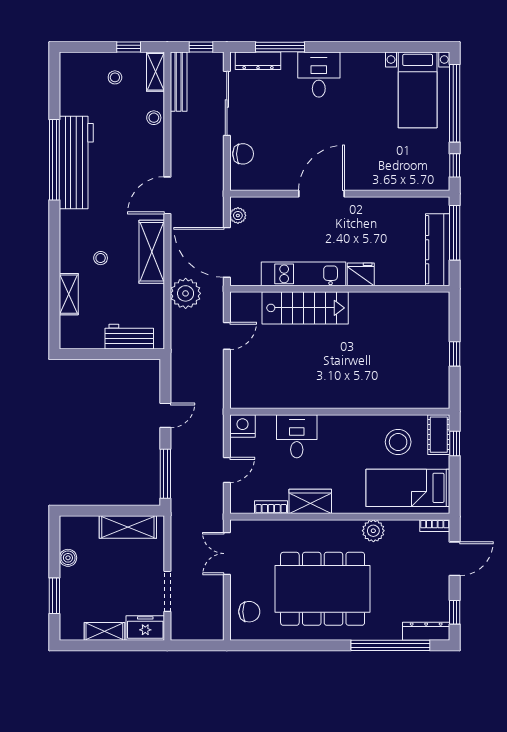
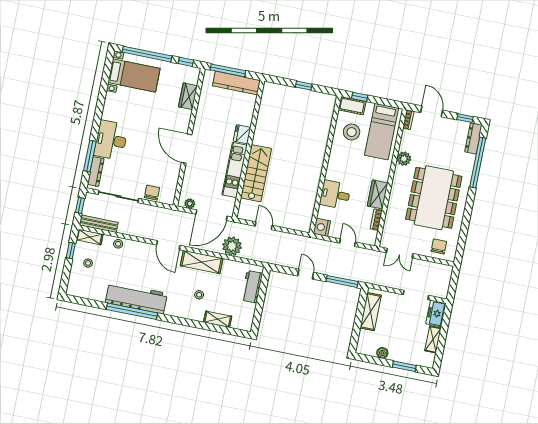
desk: (319, 75) -> (111, 140), width x1.37
wardrobe: (402, 179) -> (188, 96), added

